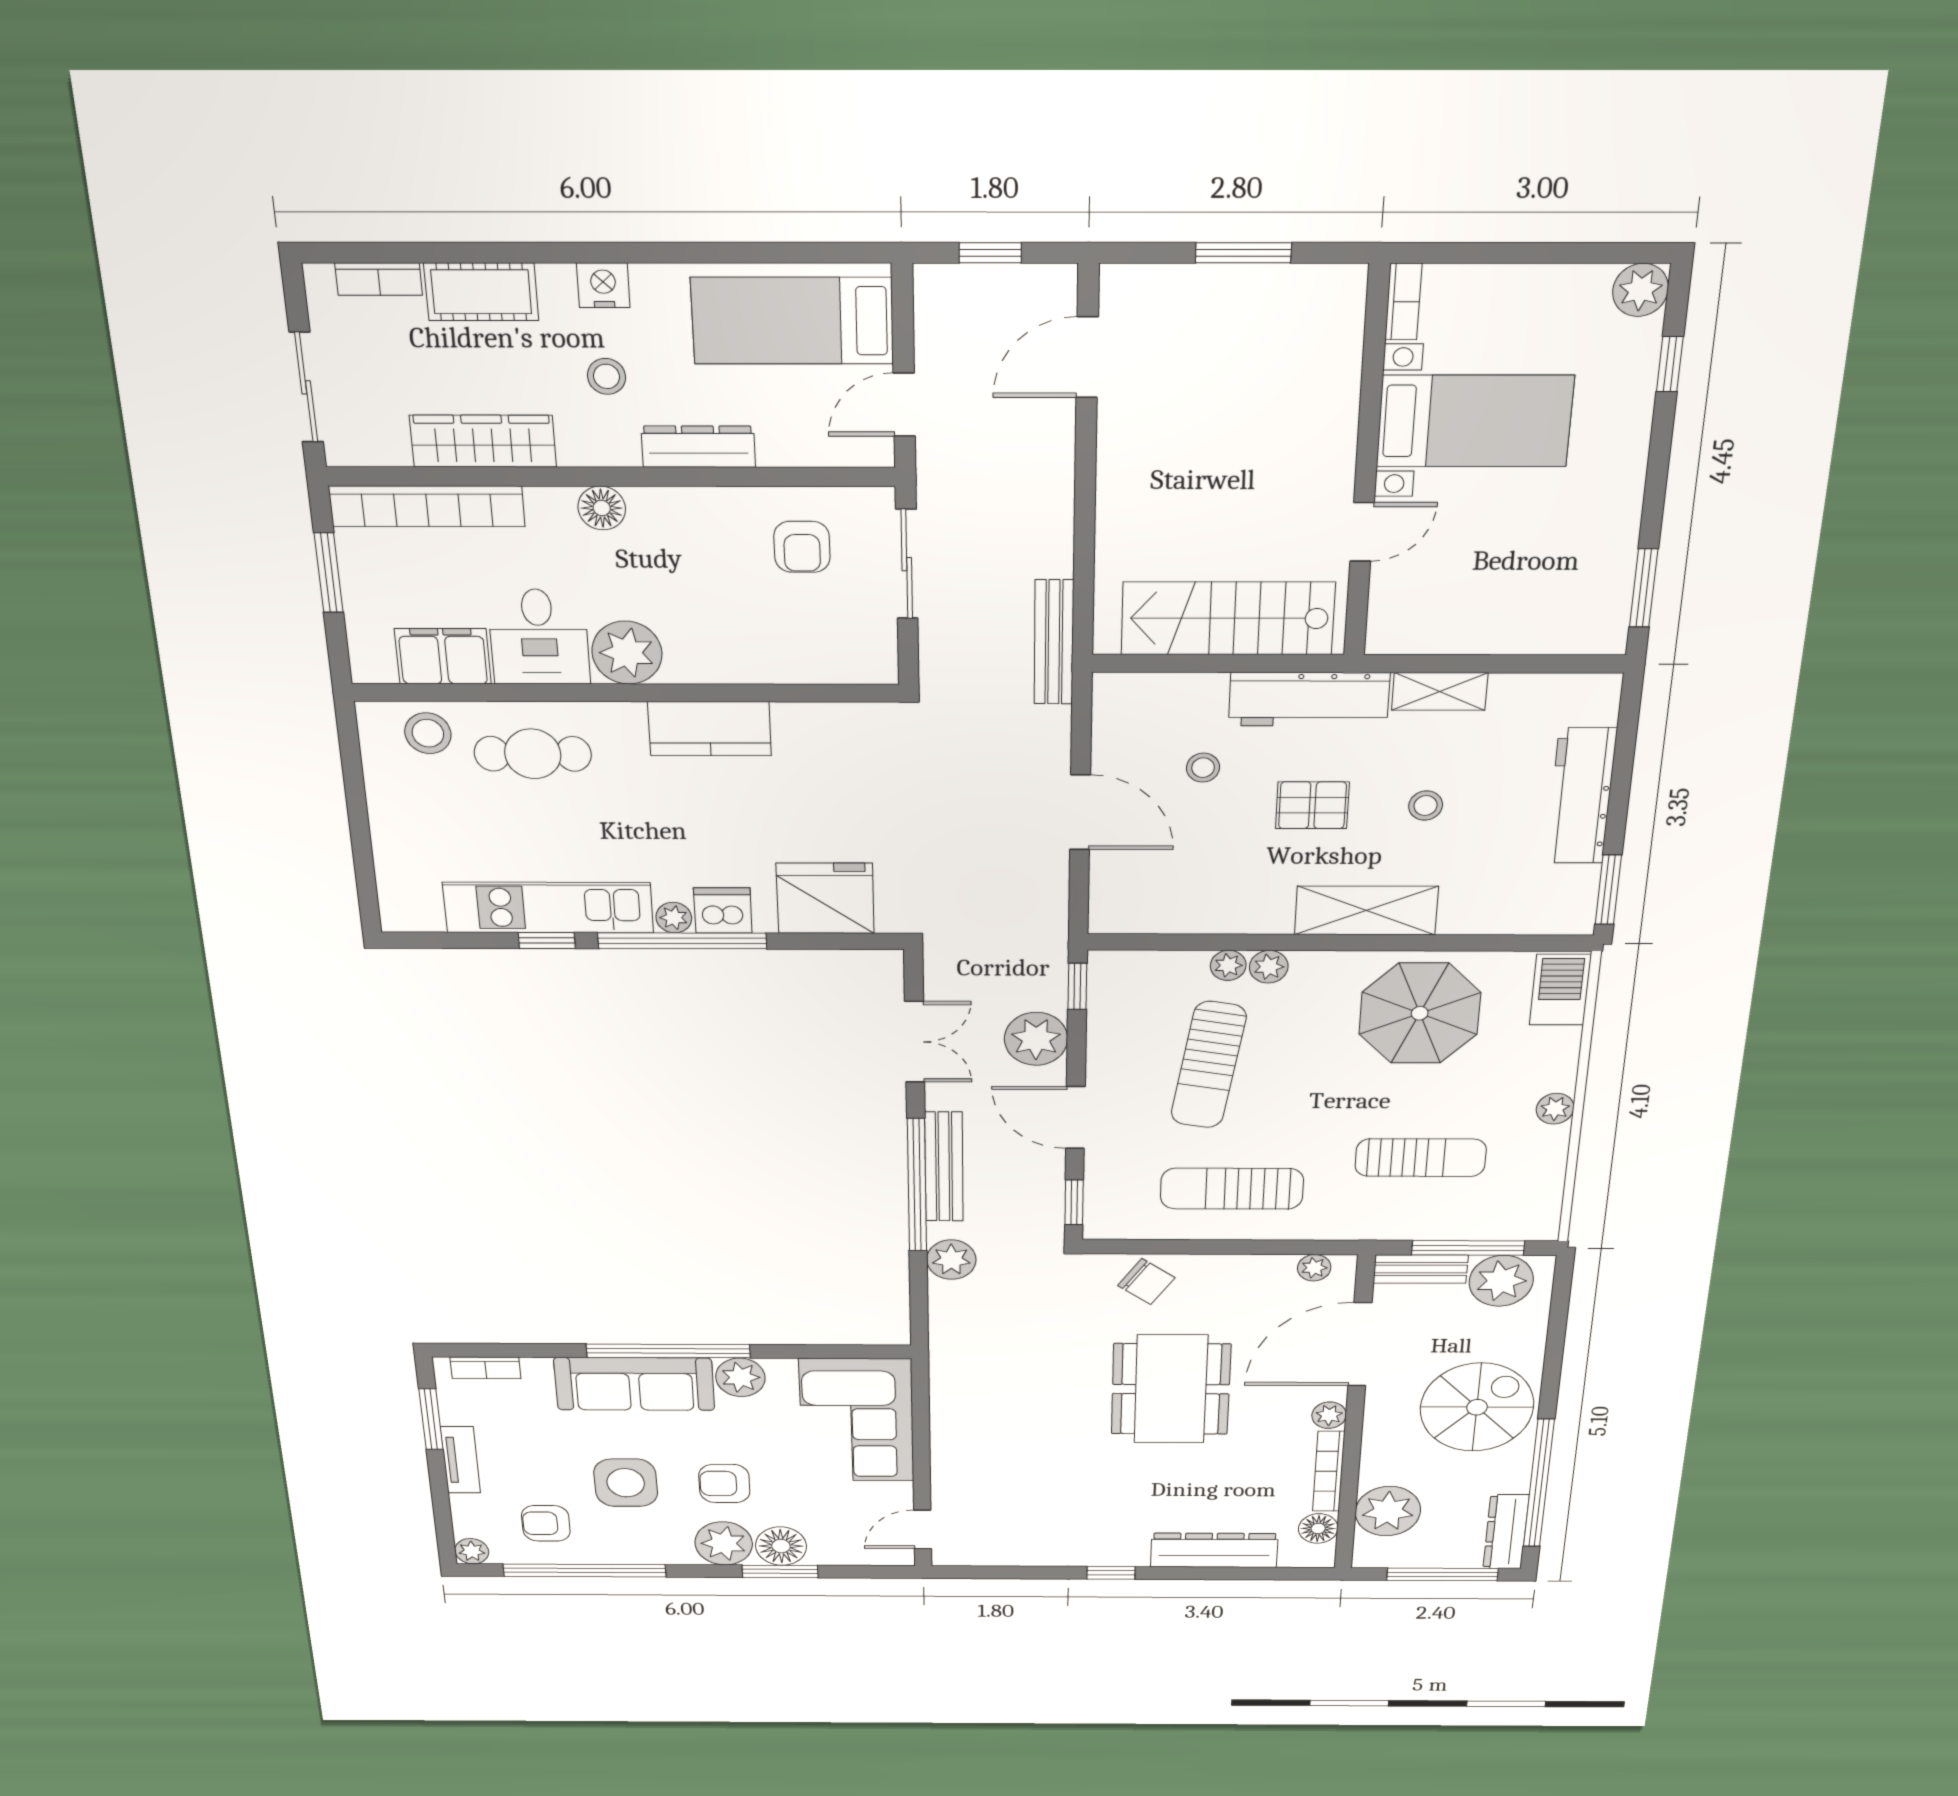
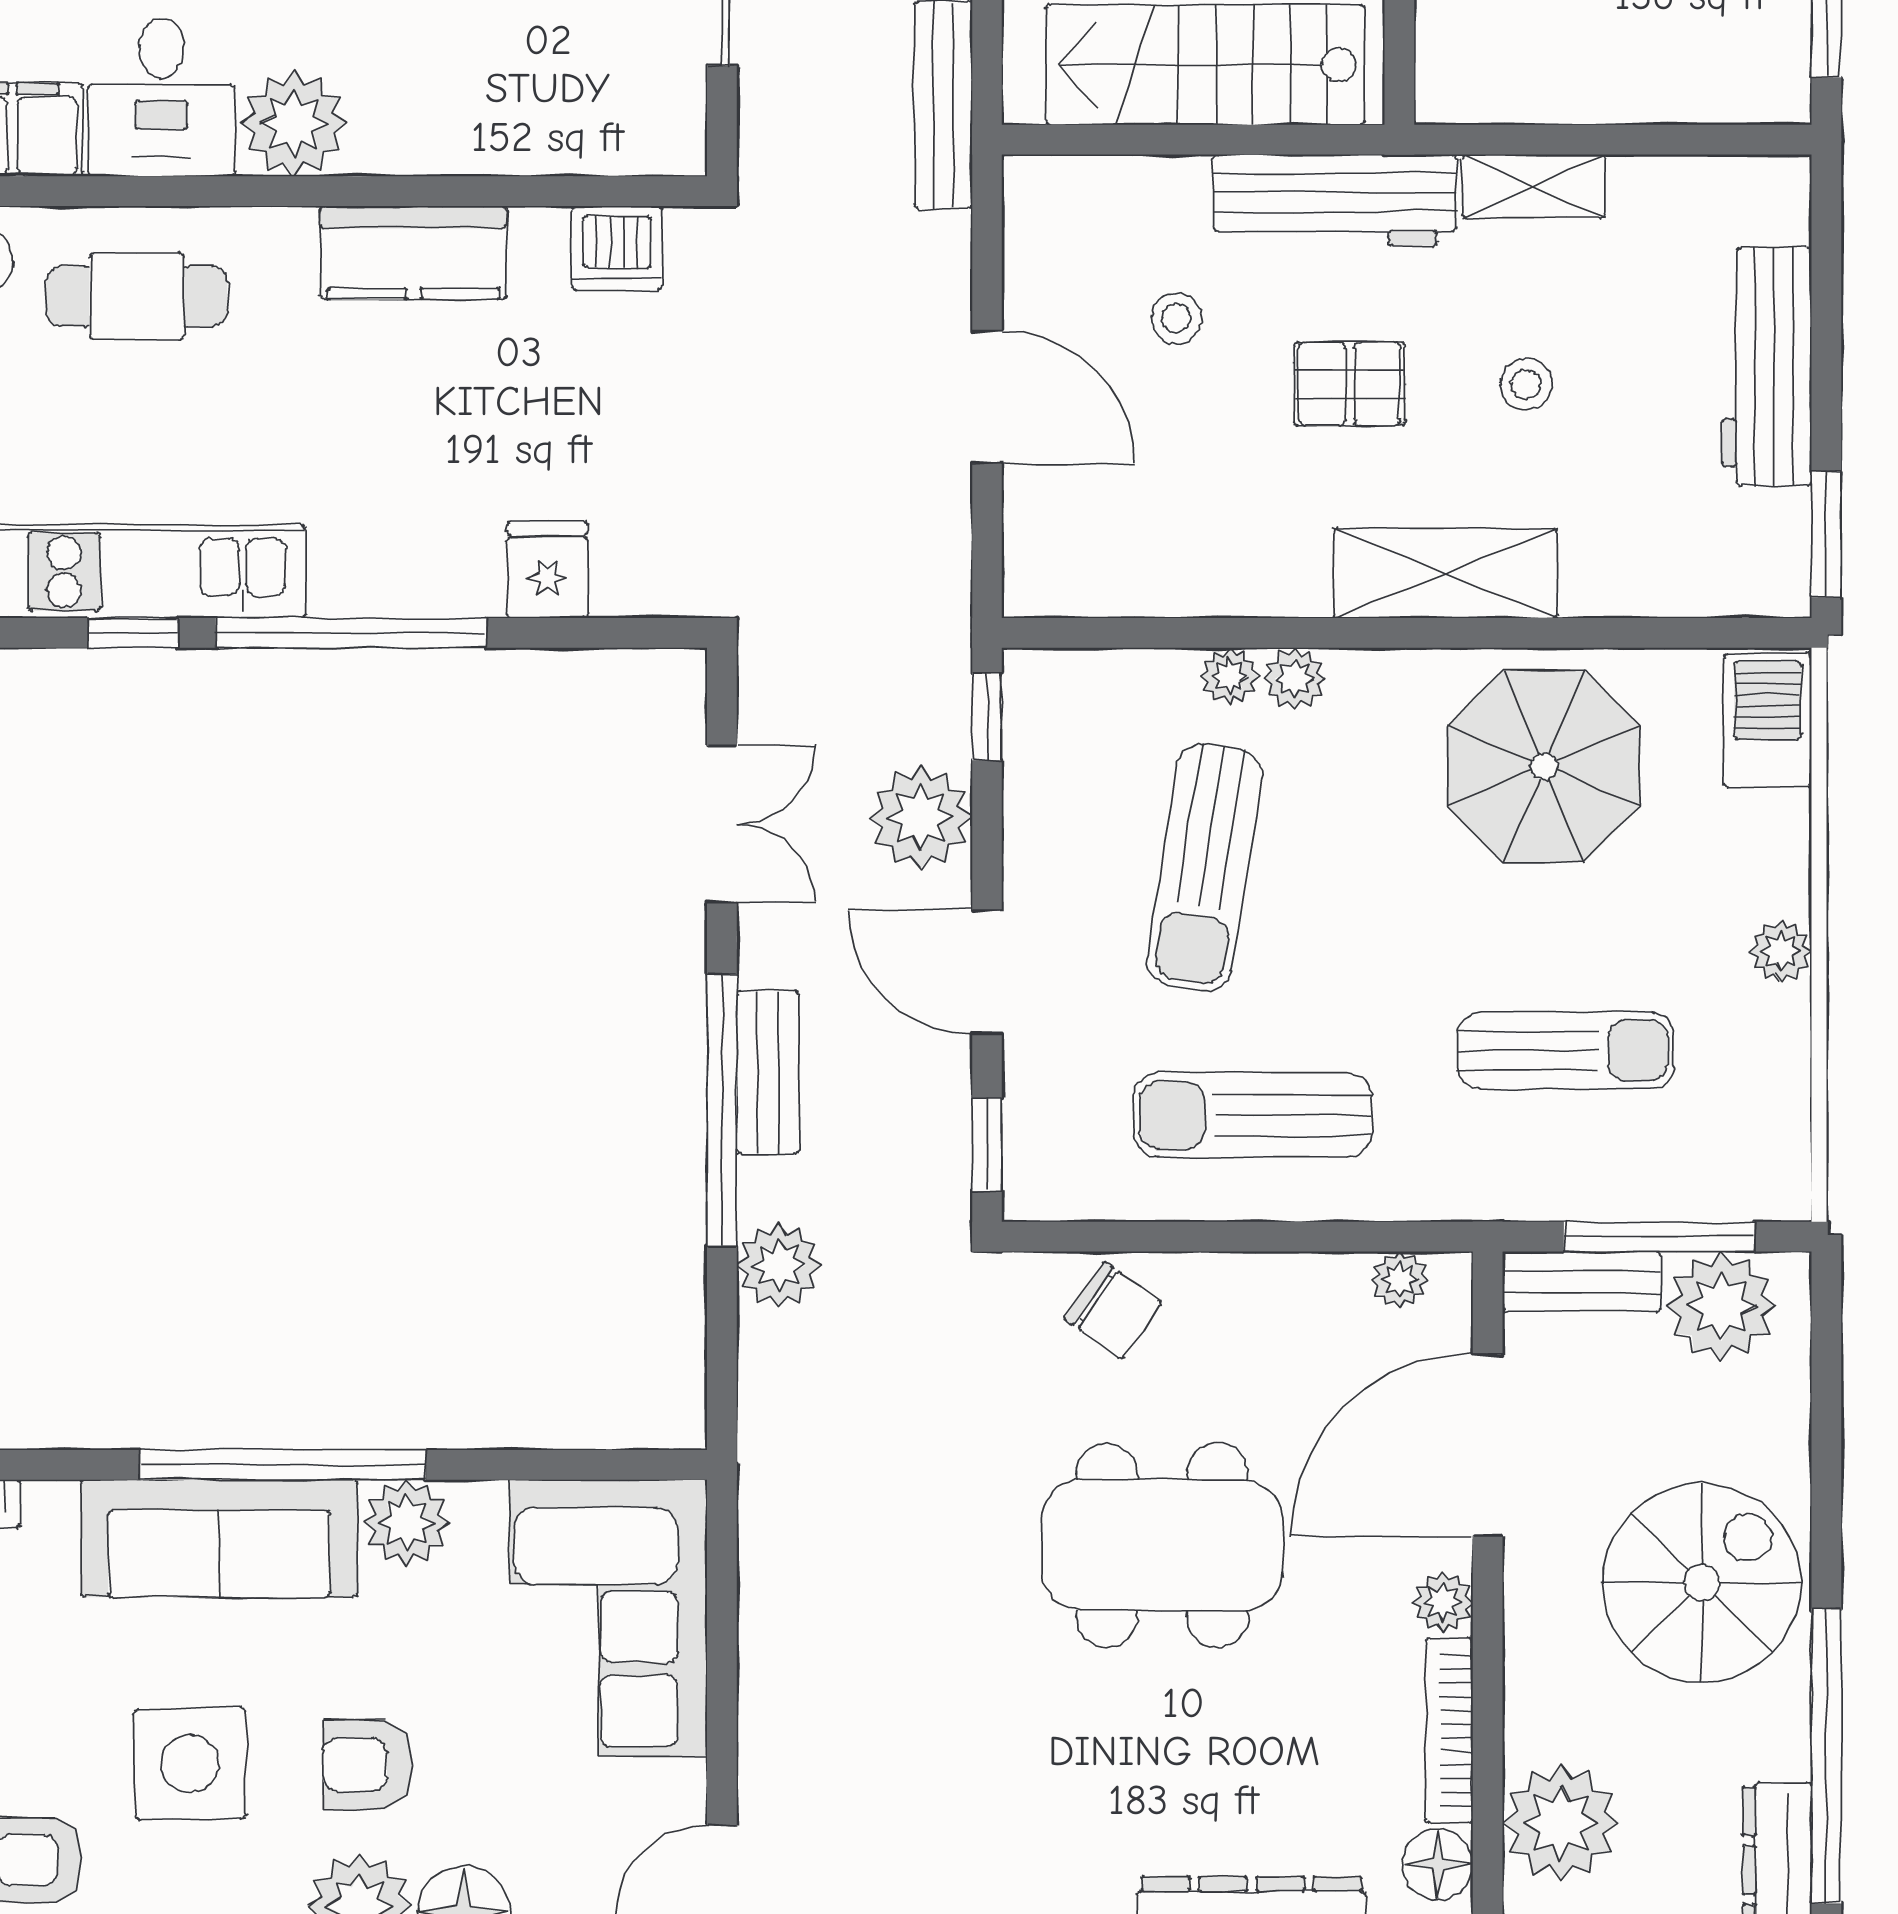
fridge: (825, 898) -> (547, 570), width x0.53, depth x0.75
dishwasher: (723, 910) -> (617, 248), moved, turned 180
plant: (674, 918) -> (340, 590), removed
bench: (944, 1167) -> (768, 1072), width x0.73
dining table: (1171, 1389) -> (1162, 1545), turned 90

